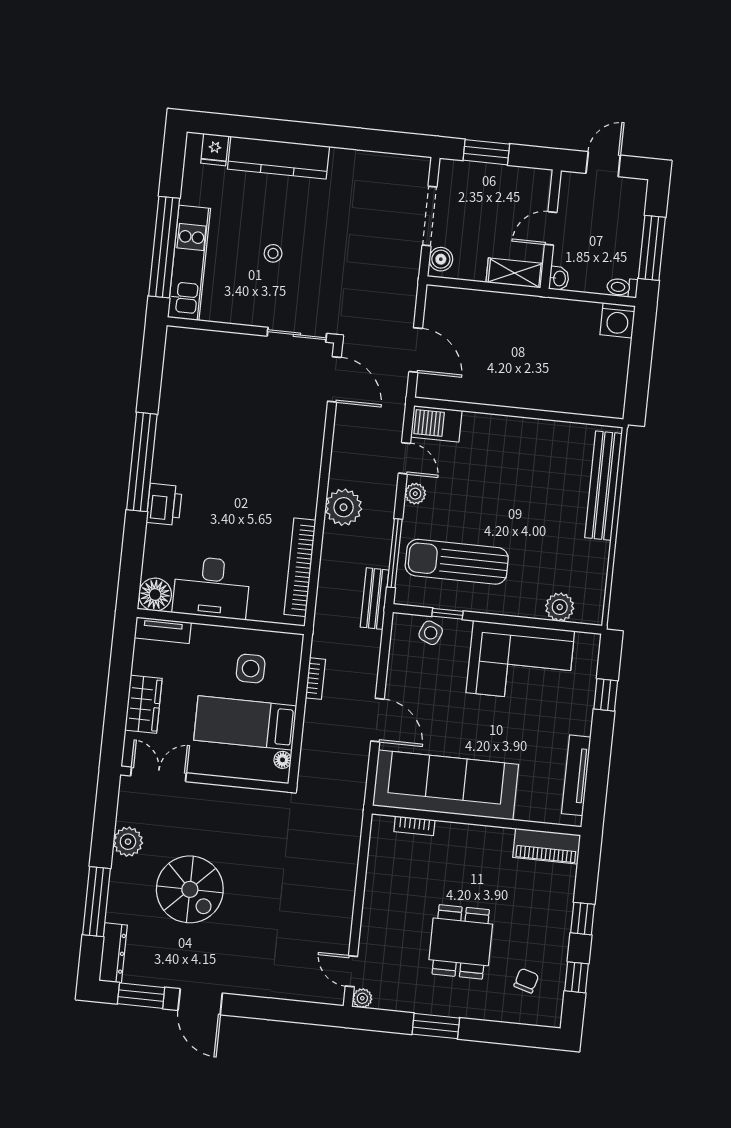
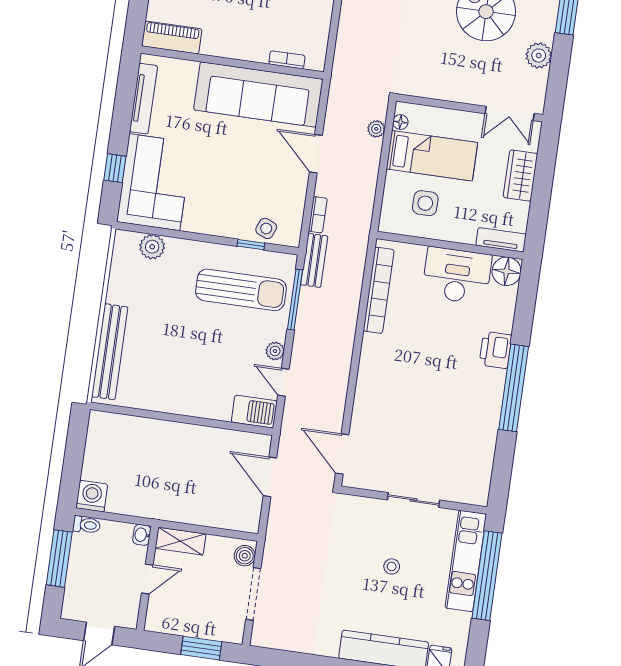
sliding door: (297, 335) -> (413, 500), moved
plant: (344, 507) -> (376, 129), moved, width x0.53, depth x0.53
corner sofa: (520, 662) -> (154, 182), moved, turned 90
bookcase: (315, 679) -> (318, 215), moved, turned 180

